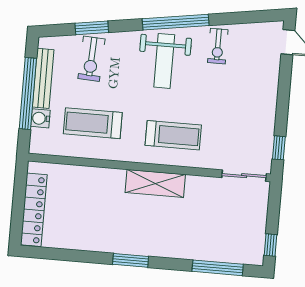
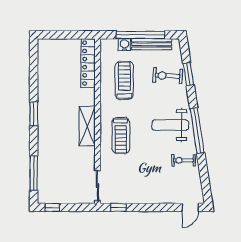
locker: (34, 210) -> (88, 63), moved, turned 90

